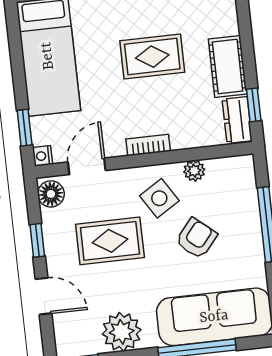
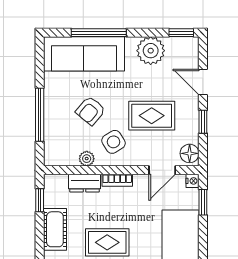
dresser: (237, 120) -> (85, 183), moved, turned 90

